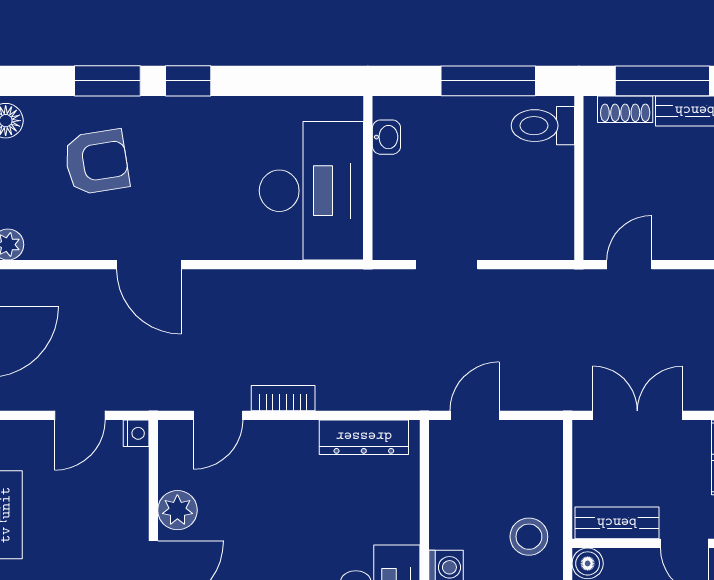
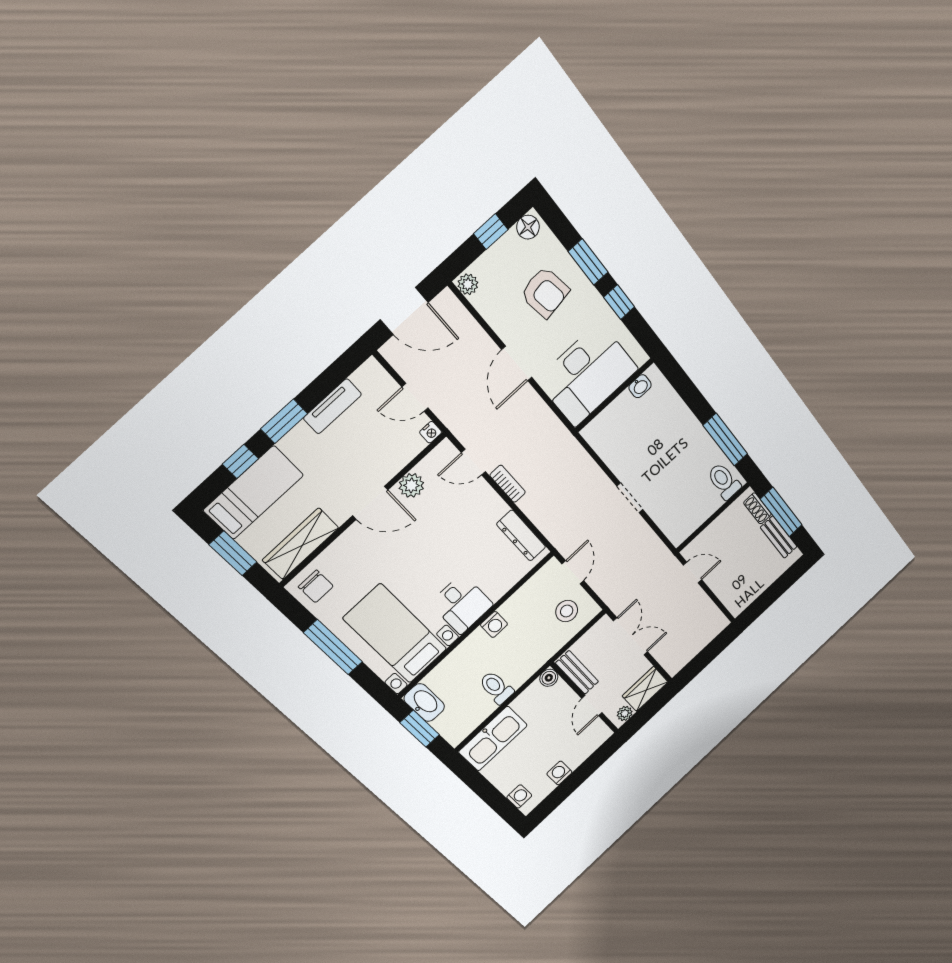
washbasin: (386, 137) -> (640, 386), moved
wall: (368, 178) -> (614, 395), moved
desk: (311, 191) -> (587, 374), moved
door: (475, 415) -> (573, 572), hinge flipped
stool: (529, 537) -> (567, 611), moved

